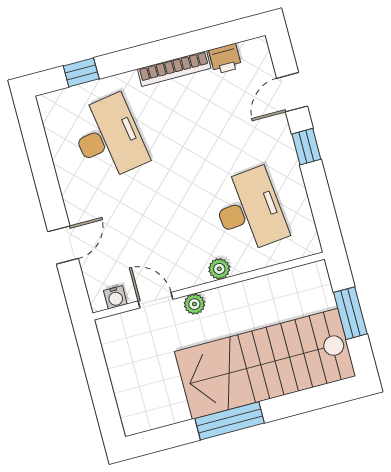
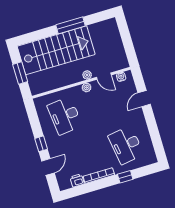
window: (81, 72) -> (125, 177), moved
plant: (219, 269) -> (87, 87), moved

